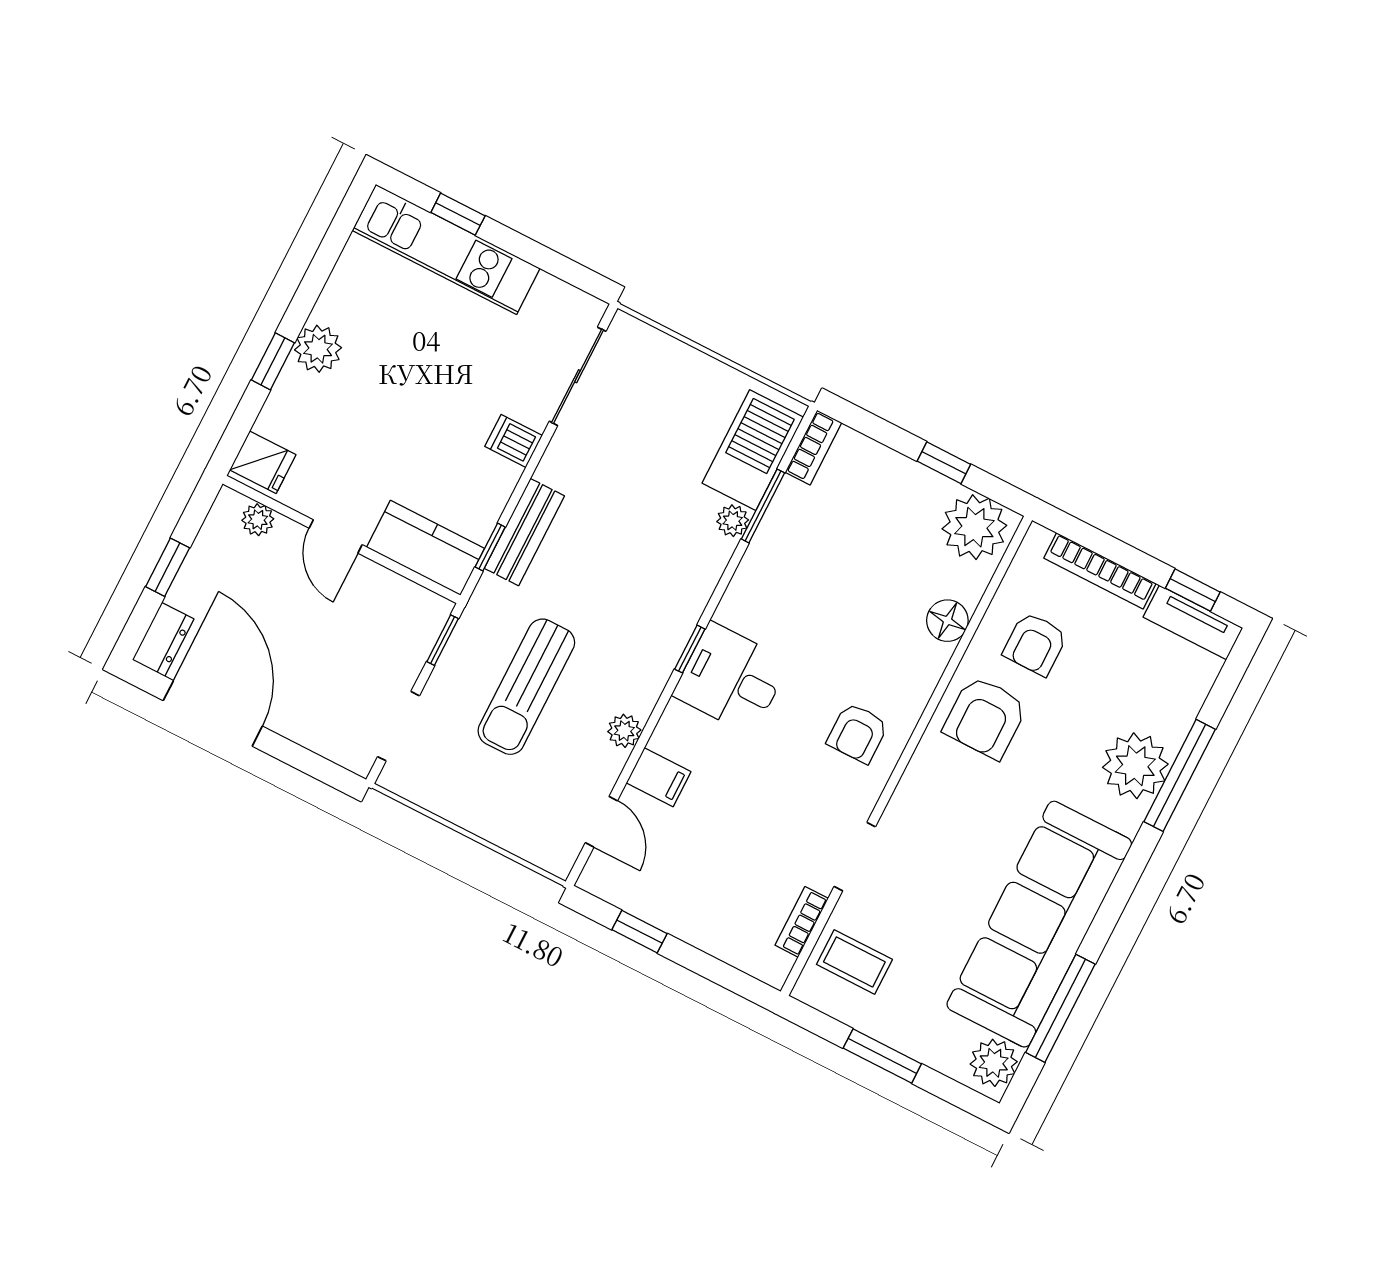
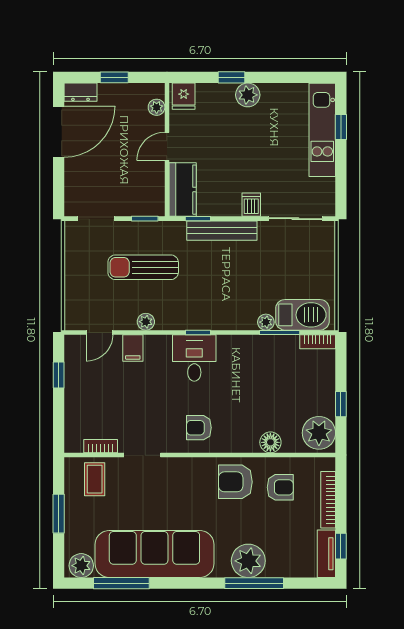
bench: (524, 532) -> (222, 231), width x1.36
armchair: (1035, 644) -> (280, 487), turned 180

